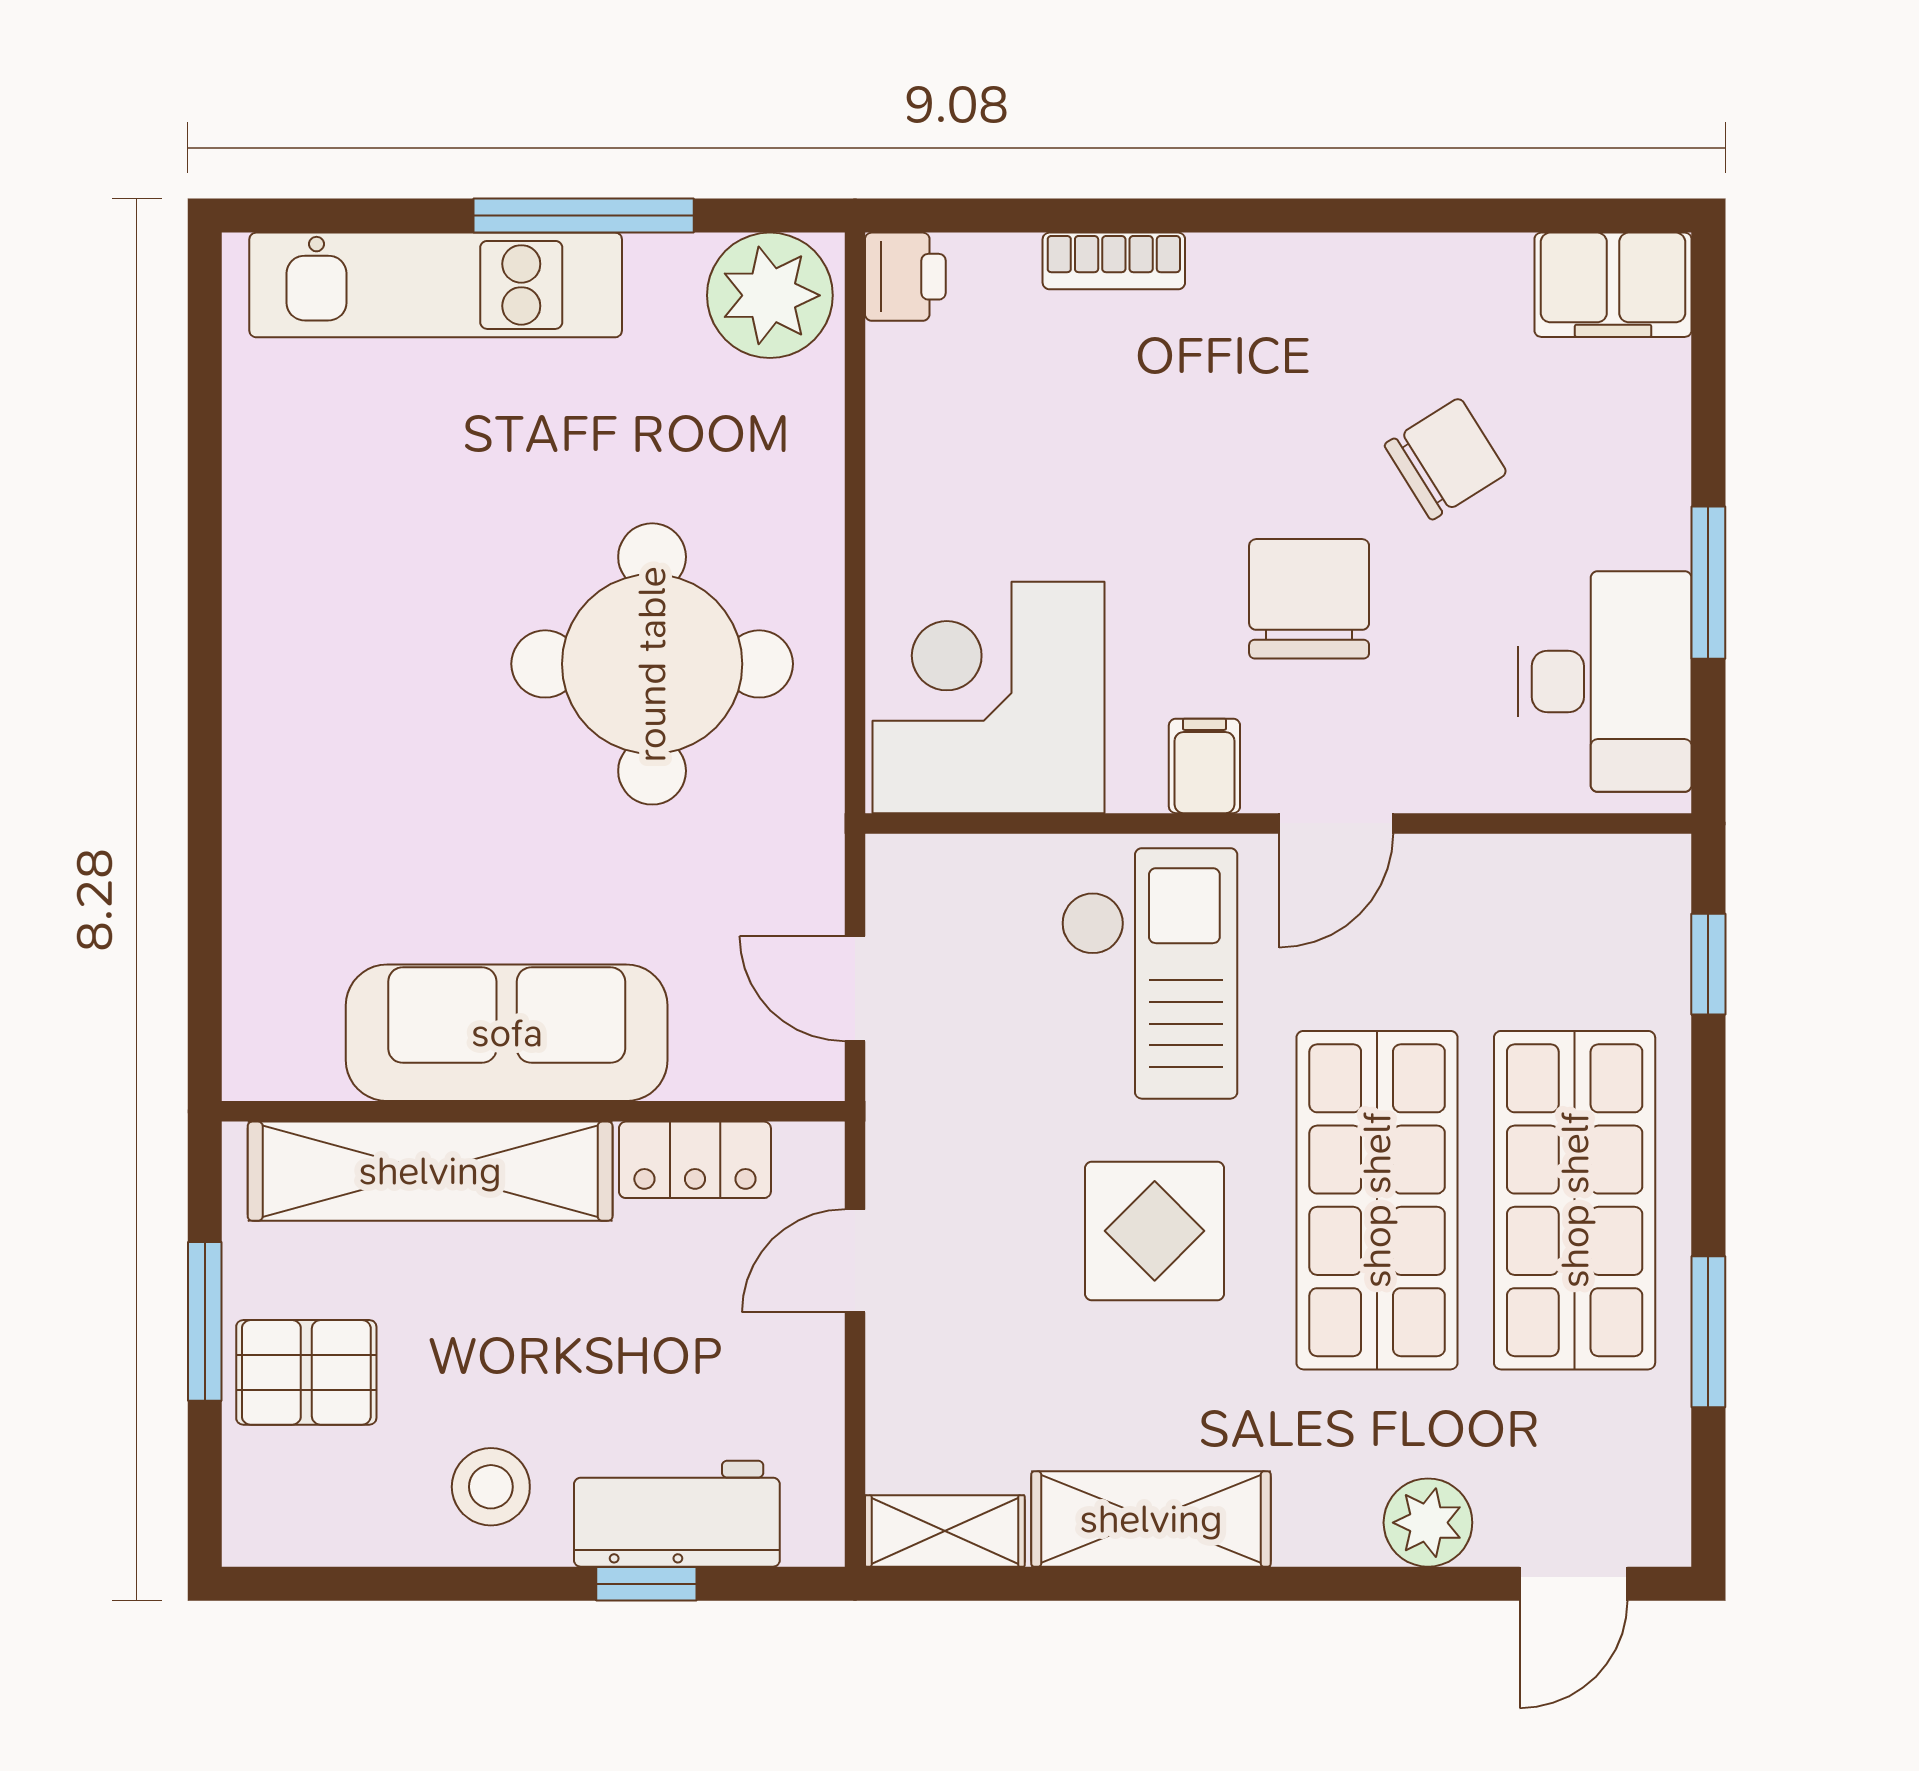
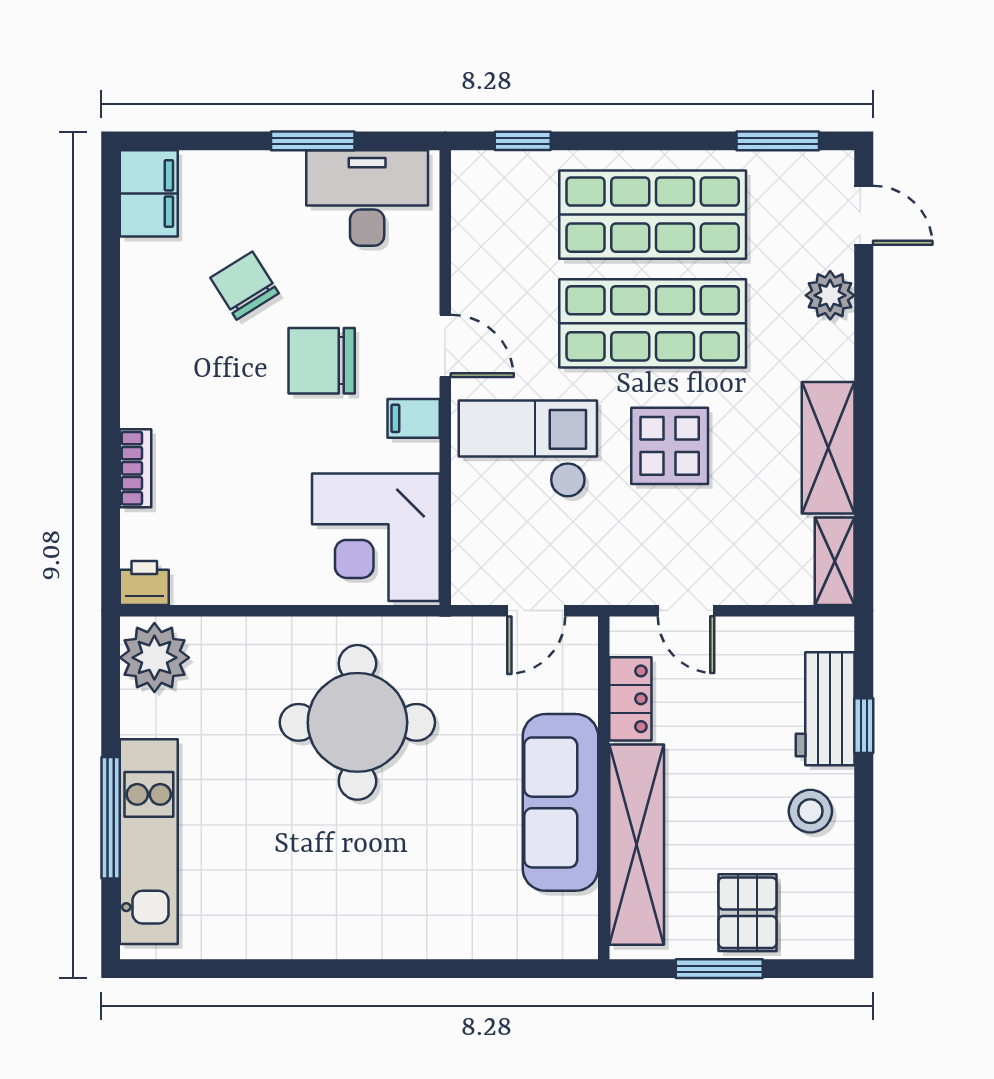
window: (584, 216) -> (111, 818), moved
window: (1708, 1332) -> (778, 141), moved

